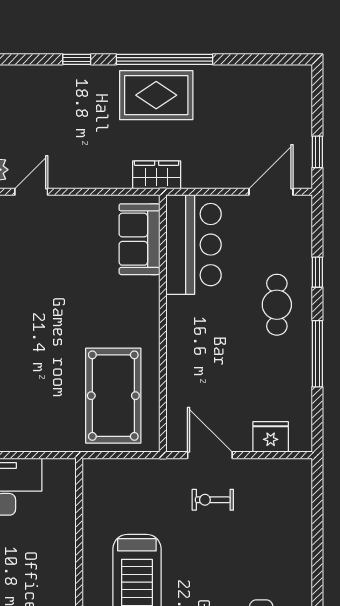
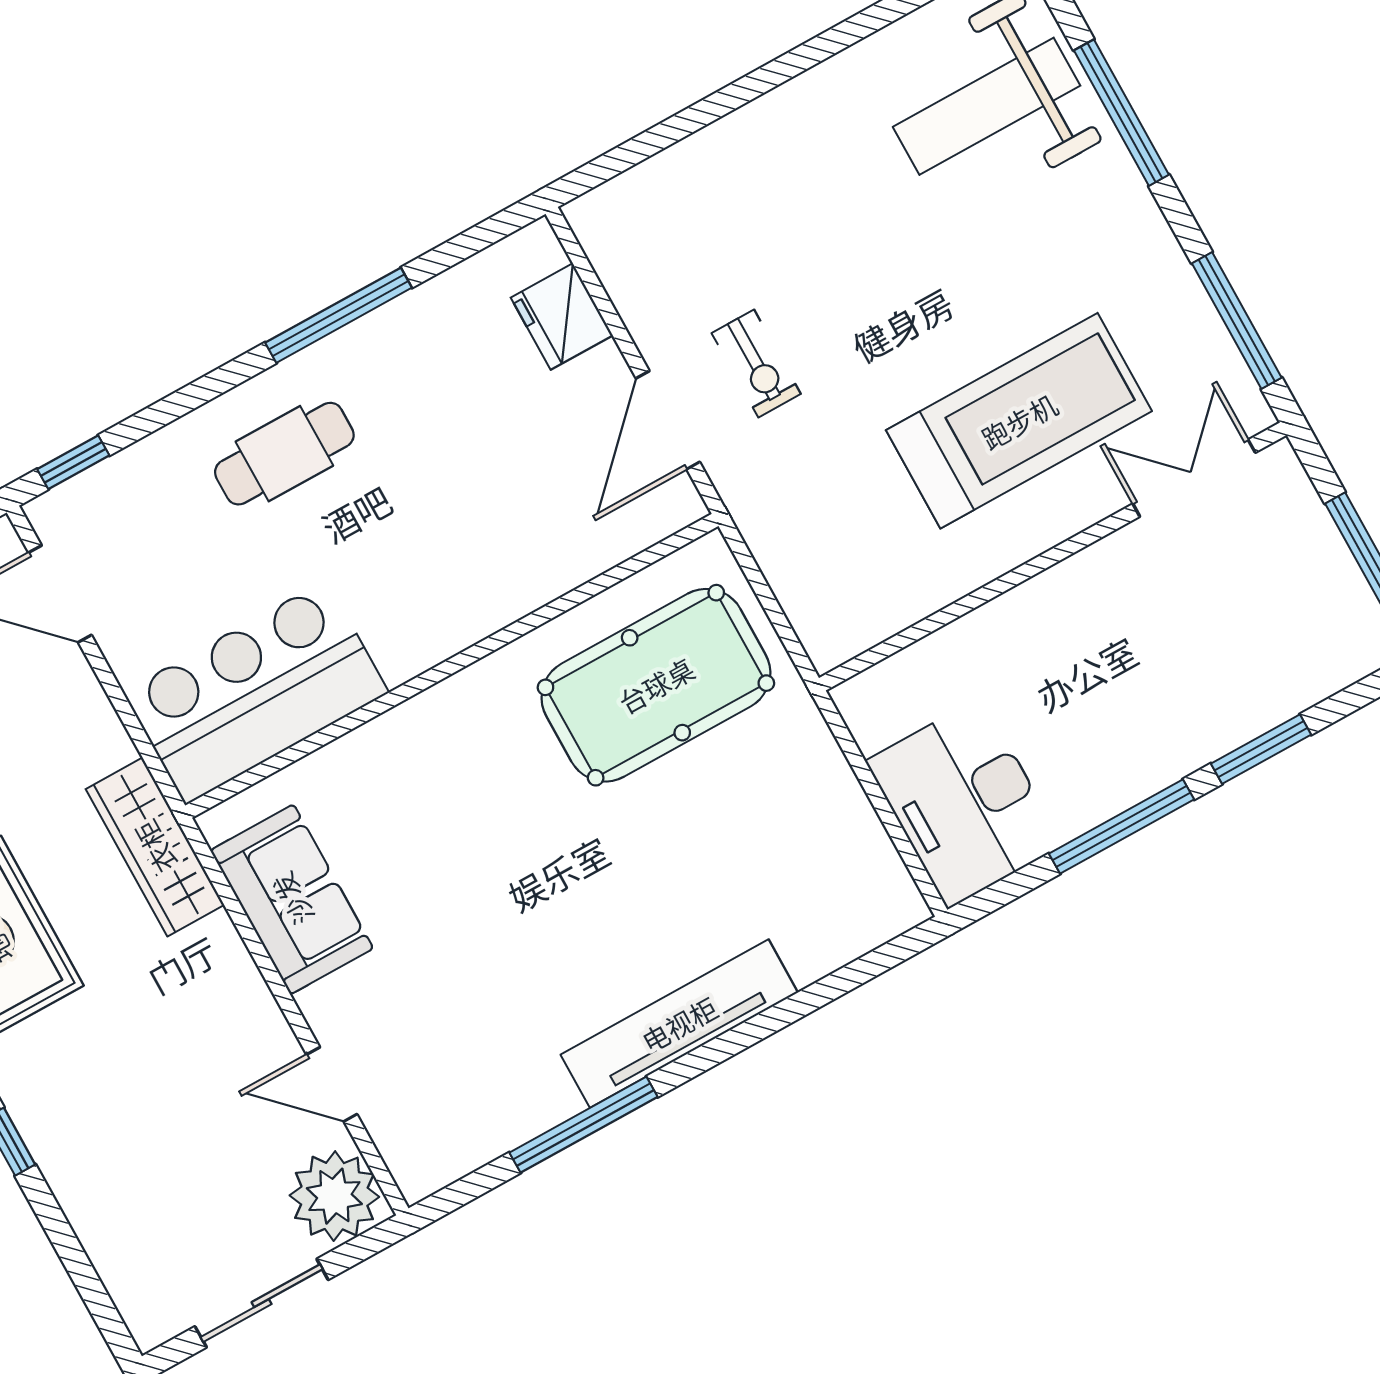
wardrobe: (157, 175) -> (155, 847), width x1.50
sofa: (139, 239) -> (292, 899), moved, turned -90
window: (317, 272) -> (73, 462), moved

